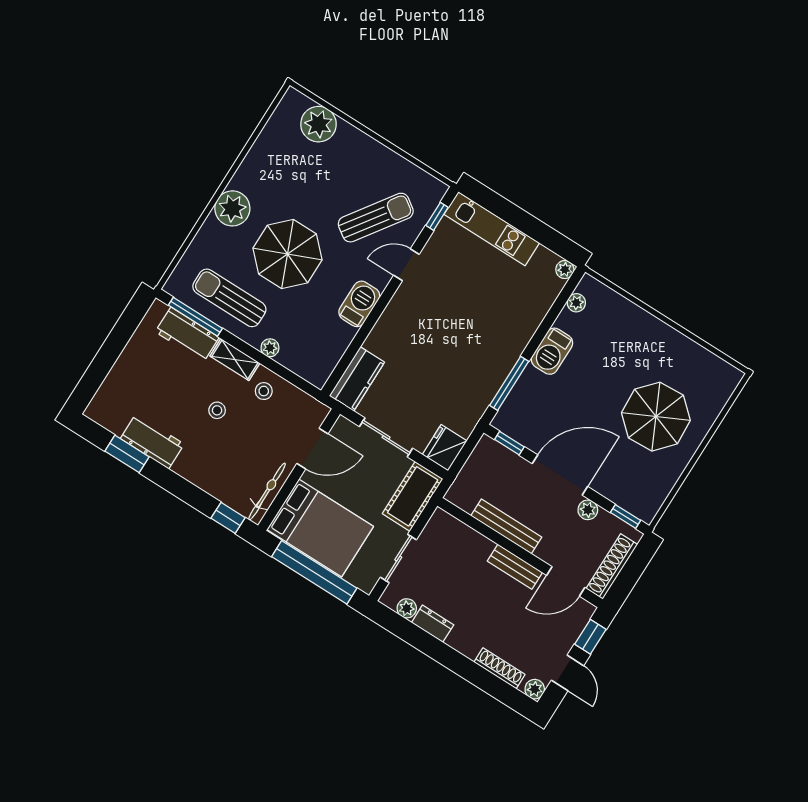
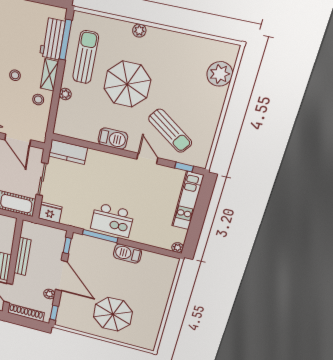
plant: (232, 208) -> (139, 31), width x0.53, depth x0.53
plant: (576, 303) -> (160, 259), removed
kitchen island: (488, 354) -> (112, 220), added

